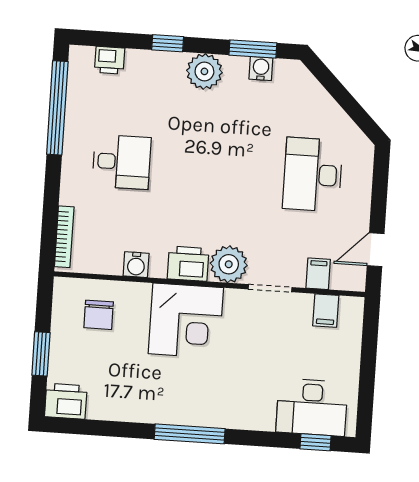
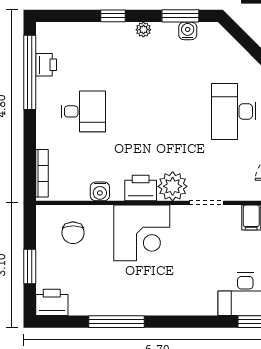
printer: (110, 60) -> (46, 65), moved, turned -90
plant: (204, 71) -> (143, 30), width x0.53, depth x0.53
filing cabinet: (318, 274) -> (243, 189), removed
window: (190, 434) -> (116, 322), moved

